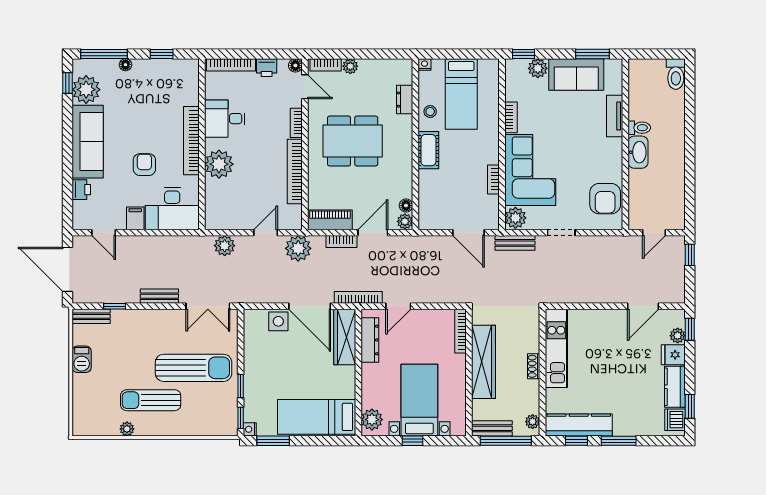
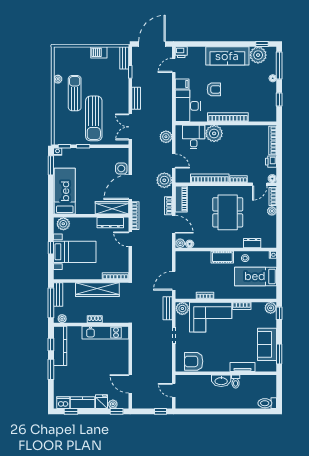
plant: (538, 68) -> (271, 308), moved
desk: (225, 119) -> (194, 137), moved
printer: (81, 190) -> (181, 52), moved

